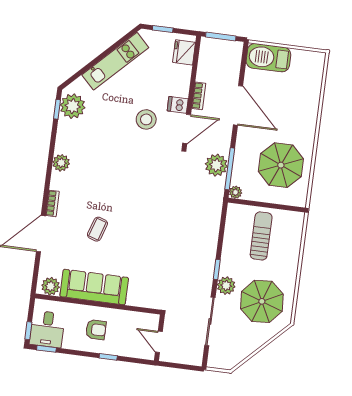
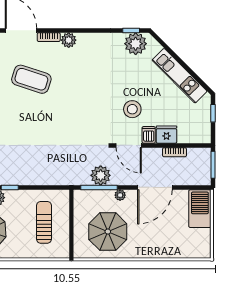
fridge: (184, 52) -> (166, 135), moved
bookcase: (199, 96) -> (174, 152), moved
plant: (61, 163) -> (69, 40), moved
plant: (235, 192) -> (120, 195), moved
coffee table: (97, 229) -> (31, 79), width x1.86, depth x1.72
sun lounger: (261, 236) -> (44, 222), turned -90

